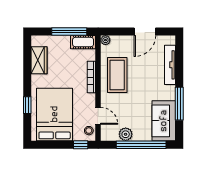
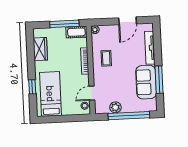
coffee table: (117, 75) -> (106, 58), width x0.54, depth x0.58
bed: (55, 114) -> (50, 94), width x0.67
door: (98, 116) -> (92, 93), swing flipped
sofa: (164, 121) -> (146, 82), moved
window: (81, 145) -> (78, 118), removed

